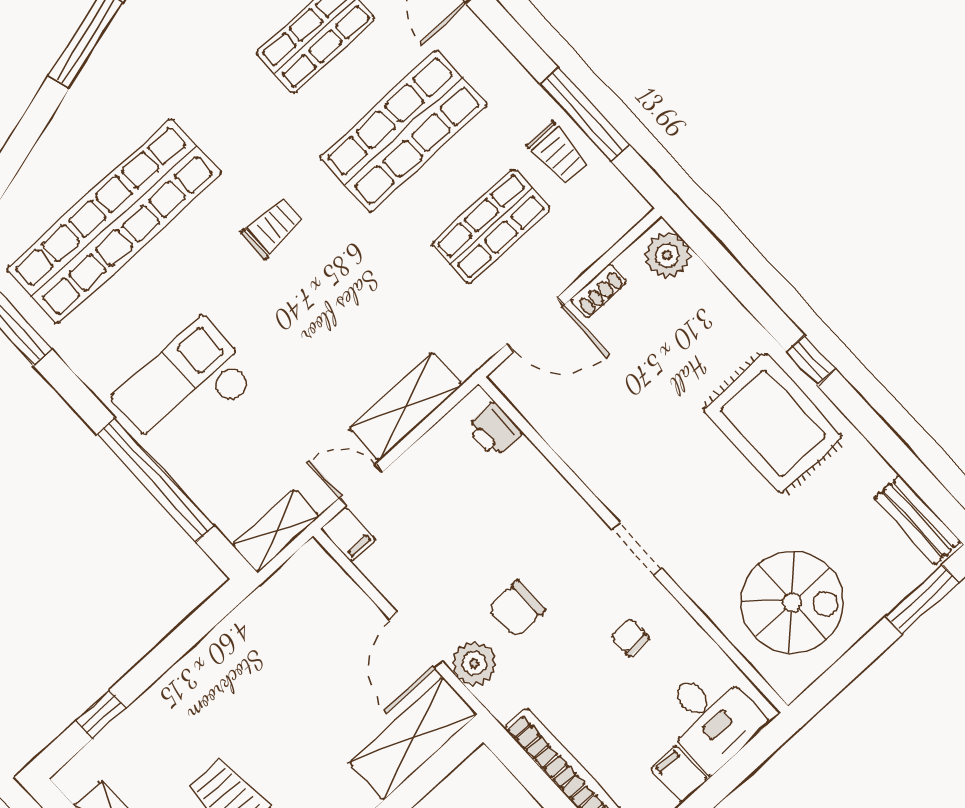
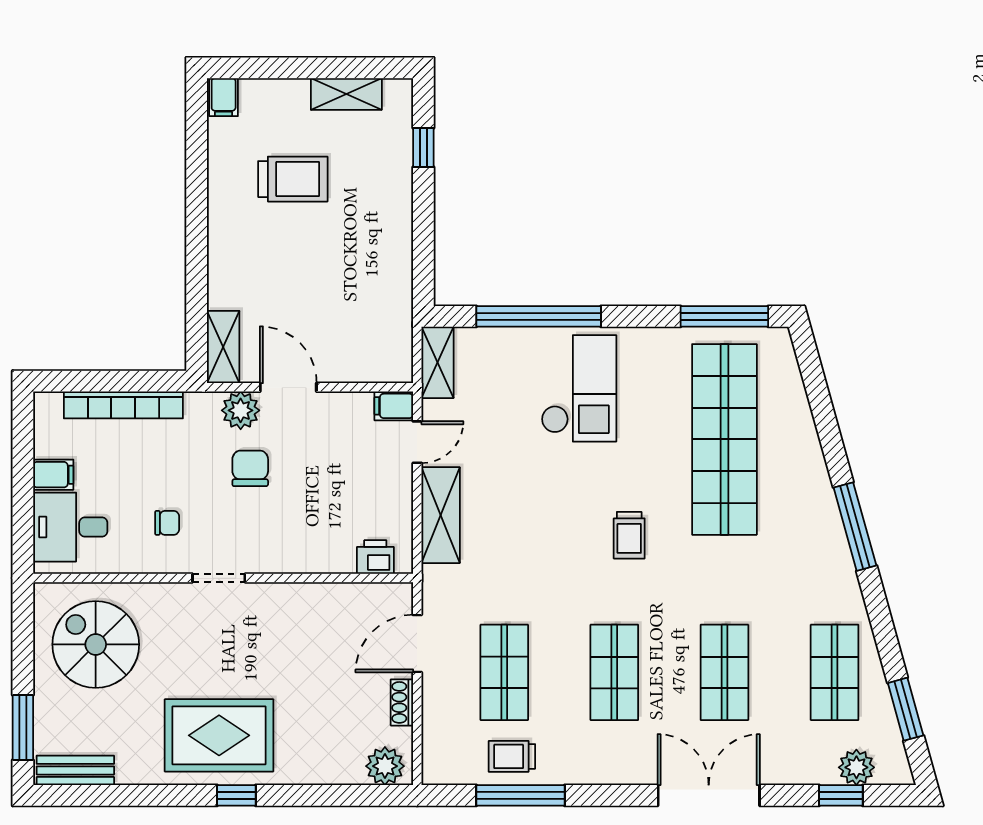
shop shelf: (403, 131) -> (614, 672), width x0.70, depth x0.74
spiral stairs: (792, 602) -> (96, 644), turned 90
shelving: (413, 739) -> (223, 347), width x0.67, depth x0.75

